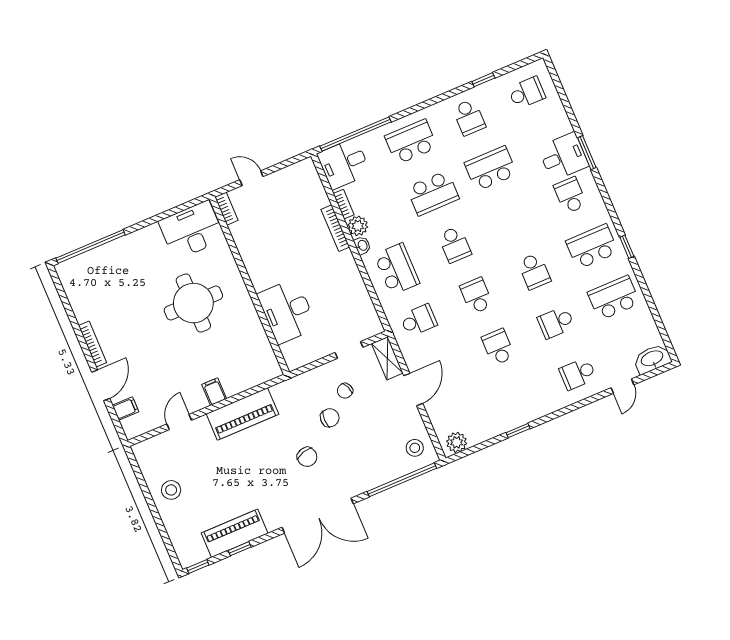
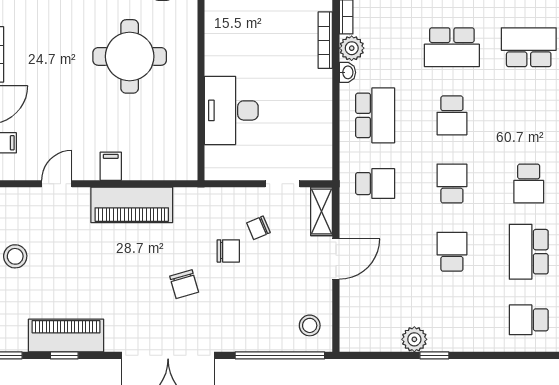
school desk: (556, 322) -> (529, 252), width x1.85
plant: (457, 442) -> (414, 339), moved

